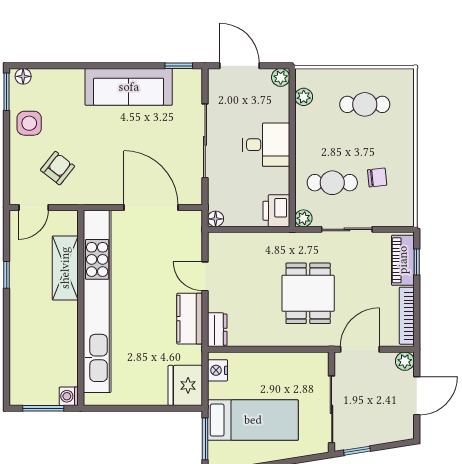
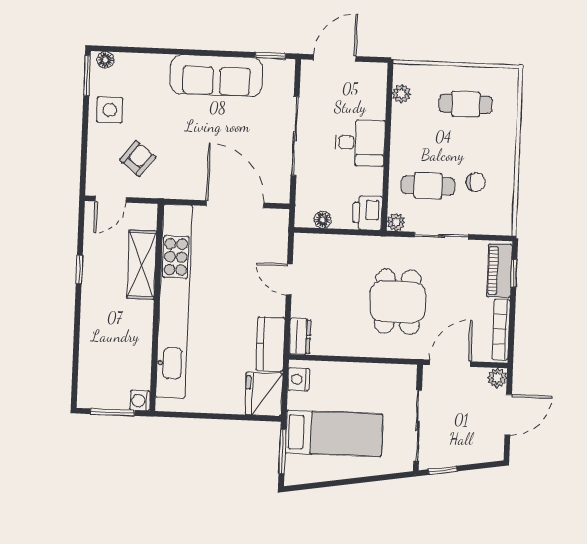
door: (240, 66) -> (335, 58), hinge flipped
plant: (281, 77) -> (378, 72), removed
floor lamp: (216, 219) -> (323, 220), moved
kitchen counter: (190, 319) -> (270, 344), moved

